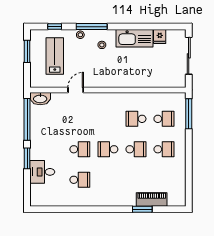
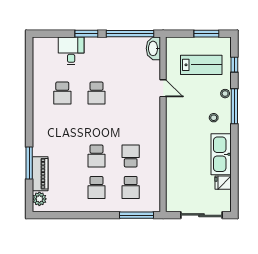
school desk: (108, 149) -> (96, 124), removed
plant: (174, 200) -> (39, 199), added
window: (142, 209) -> (29, 163), width x1.44

